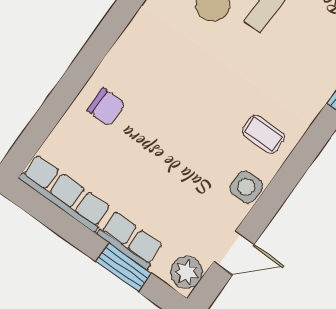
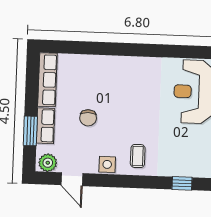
chair: (106, 107) -> (88, 118), moved

